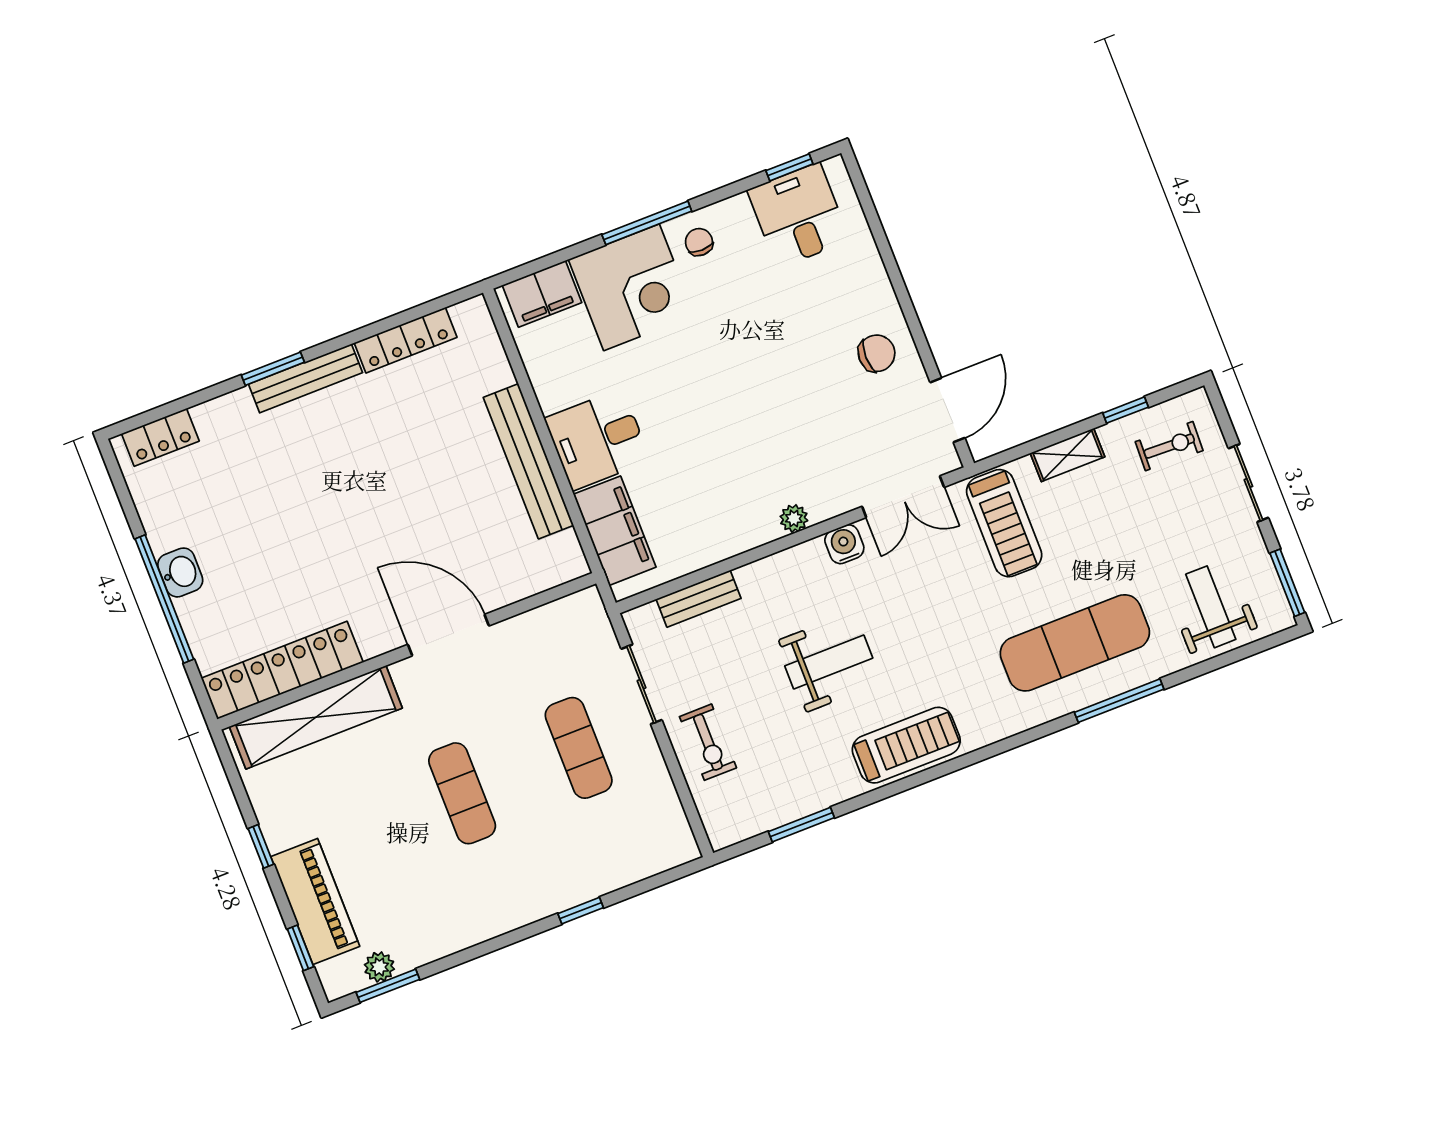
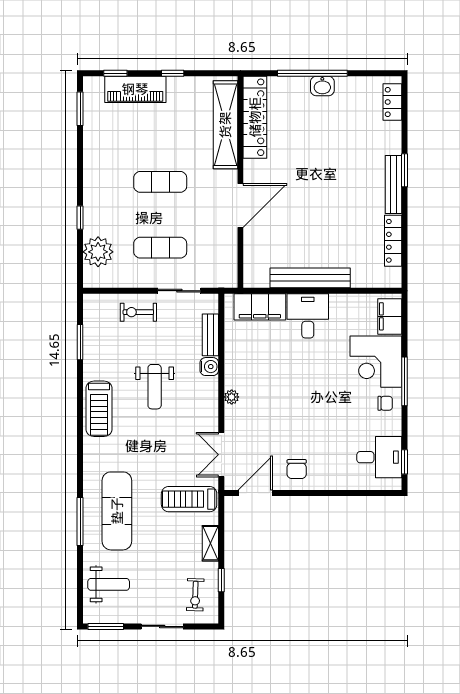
door: (947, 410) -> (255, 493), swing flipped
water cooler: (844, 544) -> (209, 367), moved
plant: (379, 967) -> (98, 252), moved, width x1.88, depth x1.88

